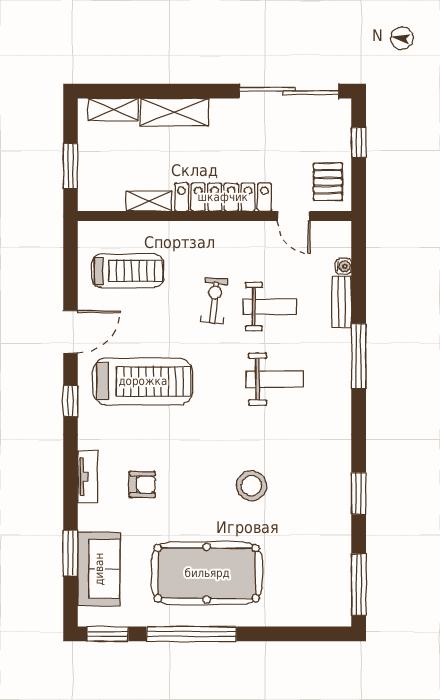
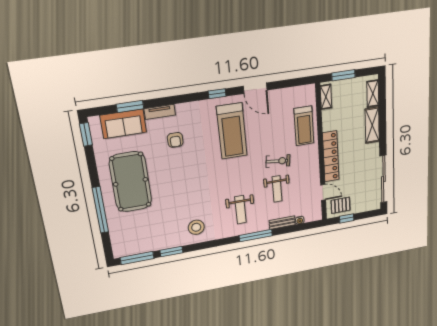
window: (359, 142) -> (347, 218), moved
shelving: (149, 201) -> (326, 97), moved
door: (294, 216) -> (323, 192), swing flipped
treadmill: (128, 271) -> (304, 126), moved
weight bench: (275, 379) -> (241, 210), moved
tv unit: (88, 476) -> (160, 112), moved
stool: (251, 486) -> (196, 227), moved
window: (359, 493) -> (171, 252), moved
window: (191, 634) -> (100, 210), moved

